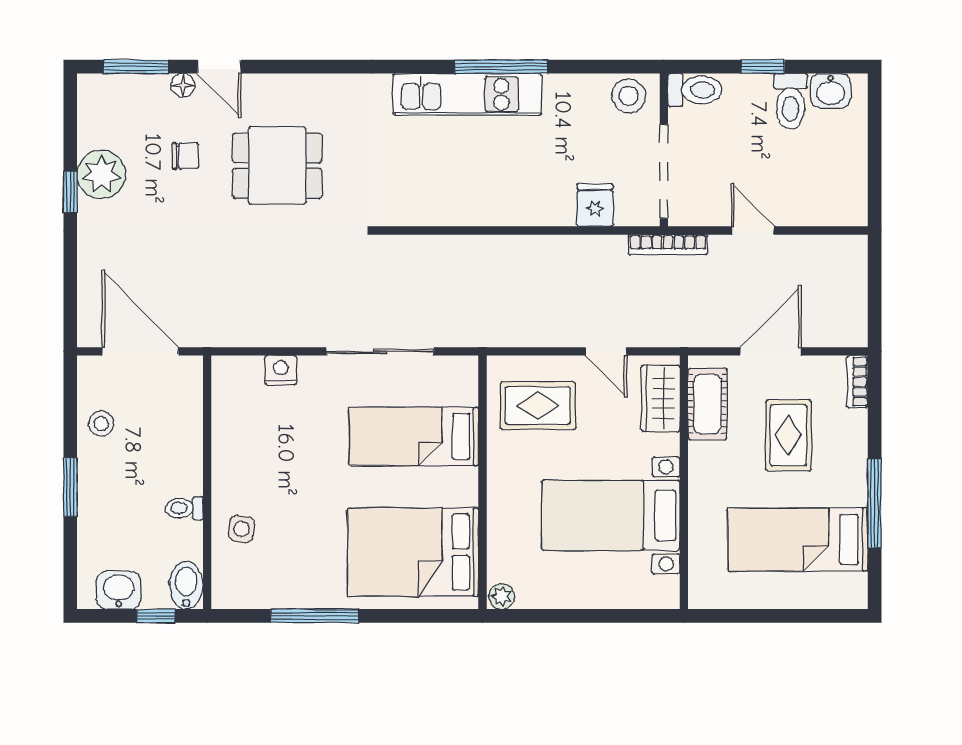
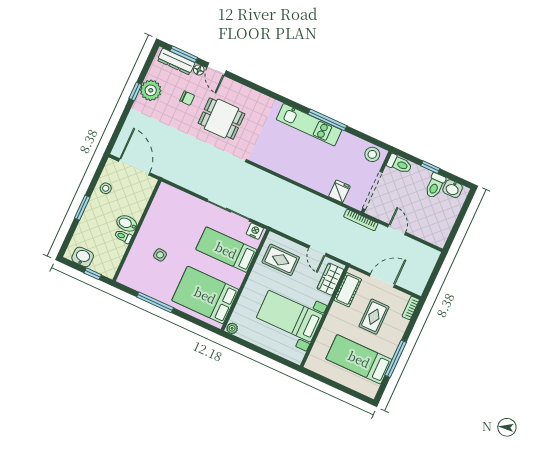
dresser: (127, 89) -> (176, 62), added
nightstand: (281, 370) -> (255, 231), moved
side table: (241, 529) -> (160, 255), moved
bidet: (186, 585) -> (127, 223), moved, turned -90

